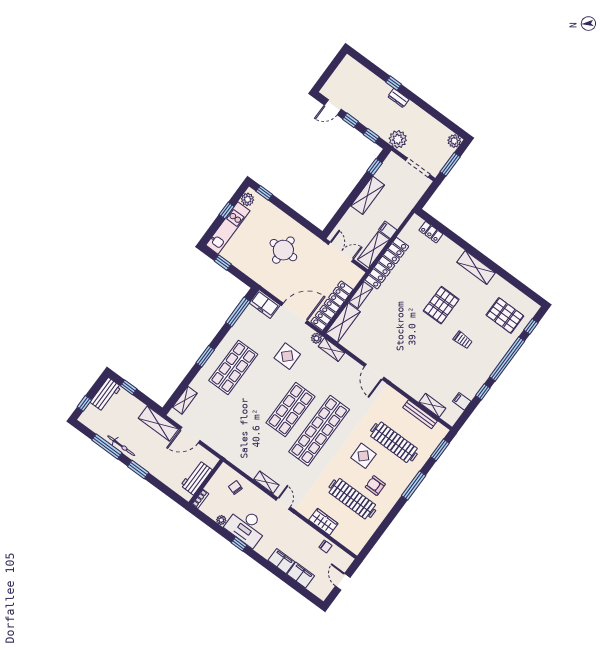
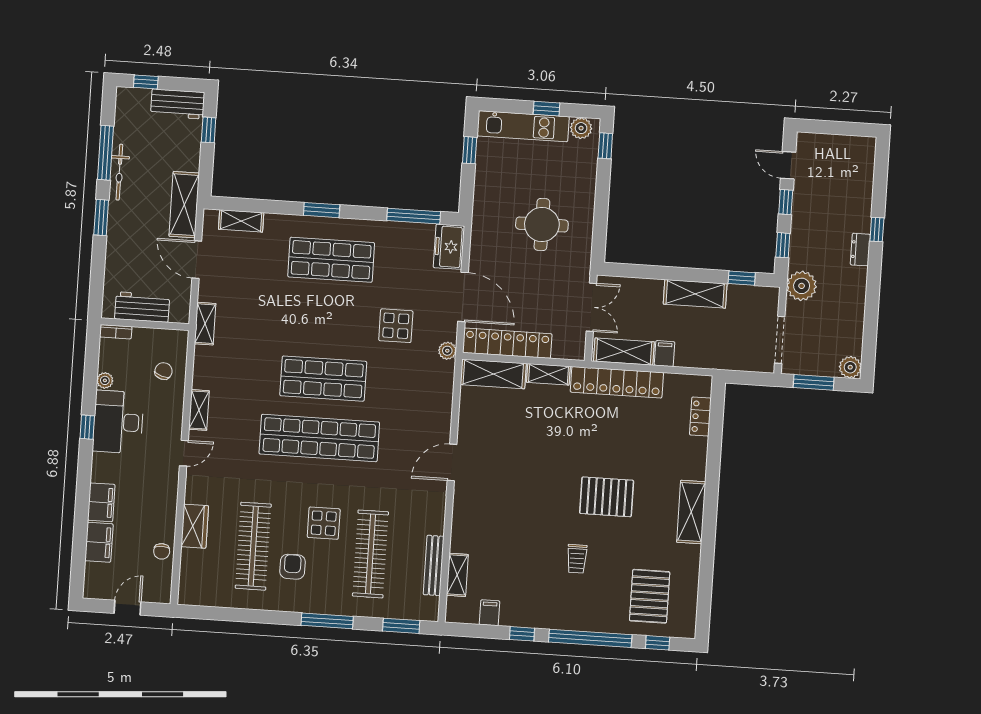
shelving: (331, 350) -> (205, 324), moved

